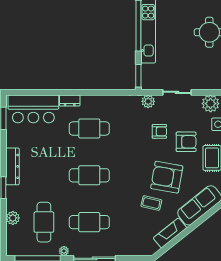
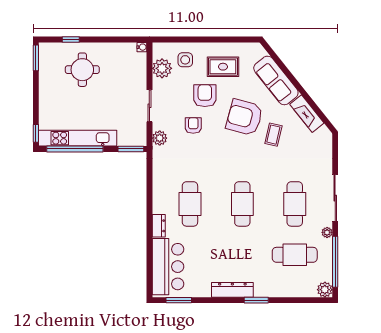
armchair: (167, 177) -> (244, 117), turned 95
plant: (13, 218) -> (325, 290), moved

